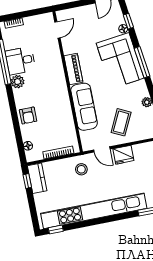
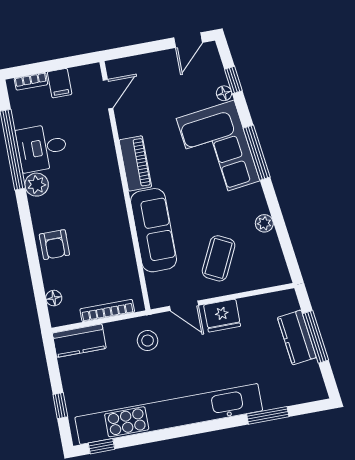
filing cabinet: (30, 24) -> (60, 83), added
kitchen counter: (37, 178) -> (79, 341), moved, turned 90
window: (27, 181) -> (60, 406), moved

